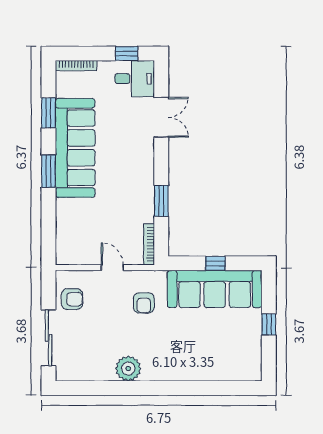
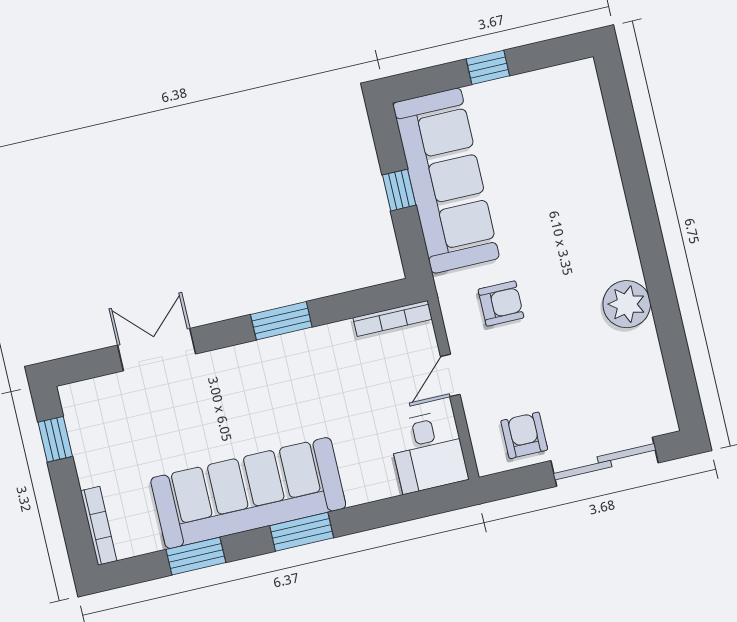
desk: (135, 79) -> (428, 452), moved, turned 180
window: (161, 201) -> (281, 321), moved

